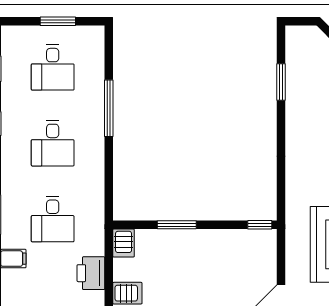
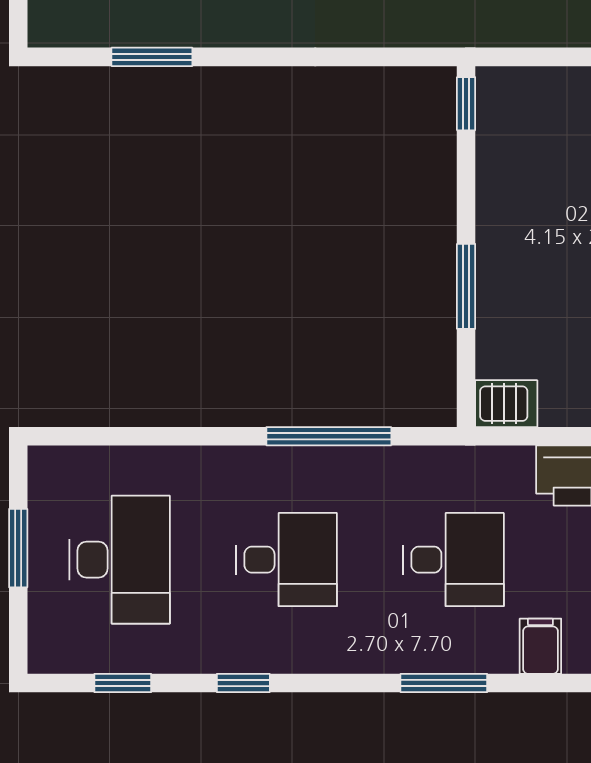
desk: (53, 67) -> (120, 560), width x1.37
window: (109, 108) -> (329, 436), moved

